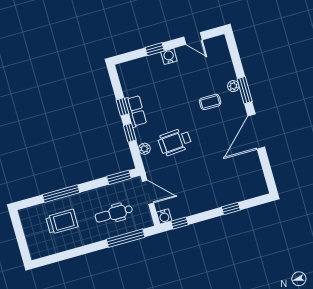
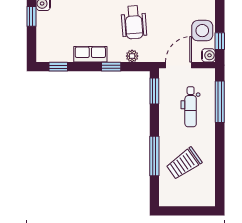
window: (122, 107) -> (58, 67), moved
side table: (185, 205) -> (202, 31), added
trolley: (62, 222) -> (184, 163), turned -125

